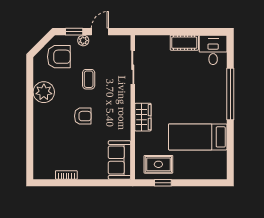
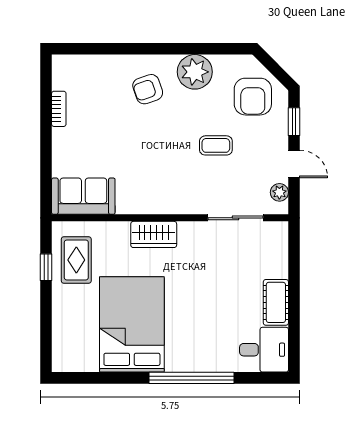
plant: (83, 41) -> (279, 192), moved
armchair: (83, 116) -> (148, 89), moved, turned 71
bed: (198, 137) -> (132, 324), width x1.50

